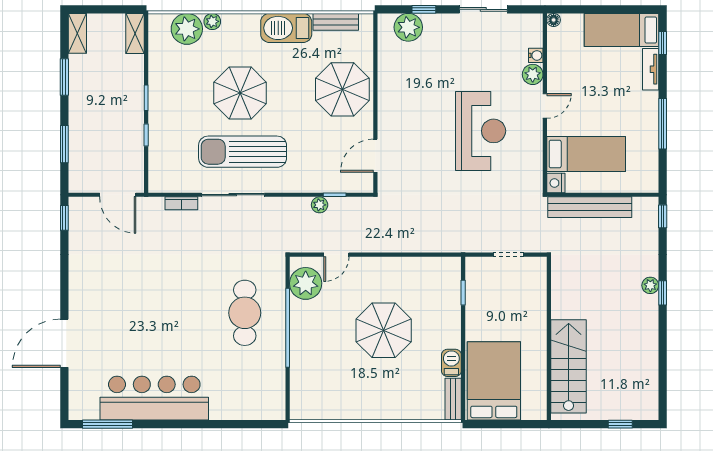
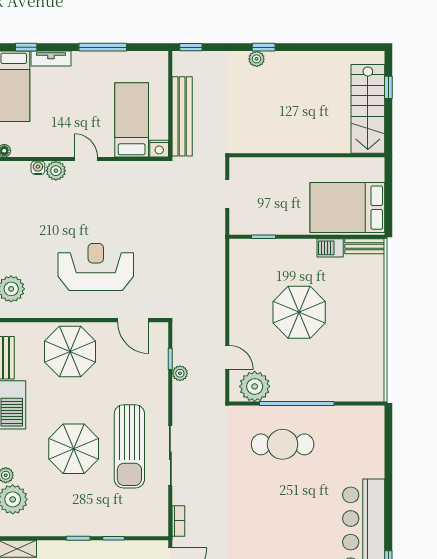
reception desk: (481, 131) -> (96, 267), moved
bookcase: (181, 203) -> (178, 521), moved
stairs: (569, 366) -> (368, 109), moved, turned -90

